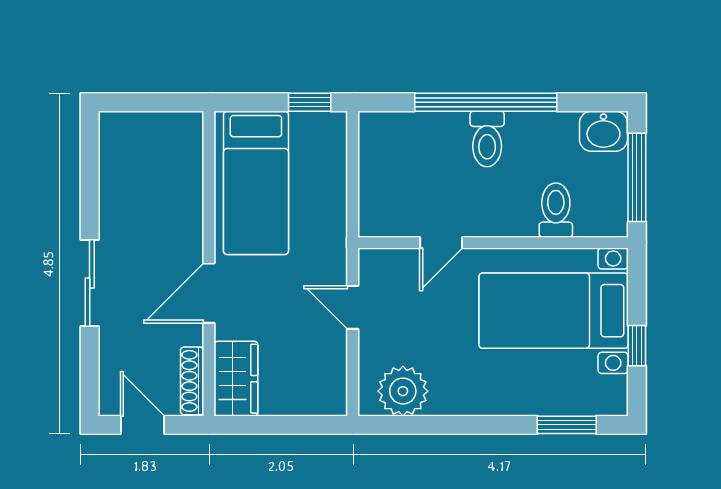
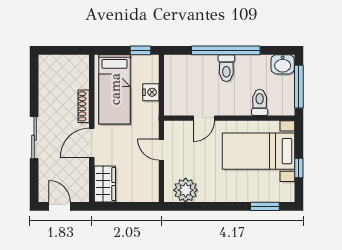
nightstand: (331, 189) -> (151, 92), added
shoe rack: (192, 381) -> (84, 106), moved

